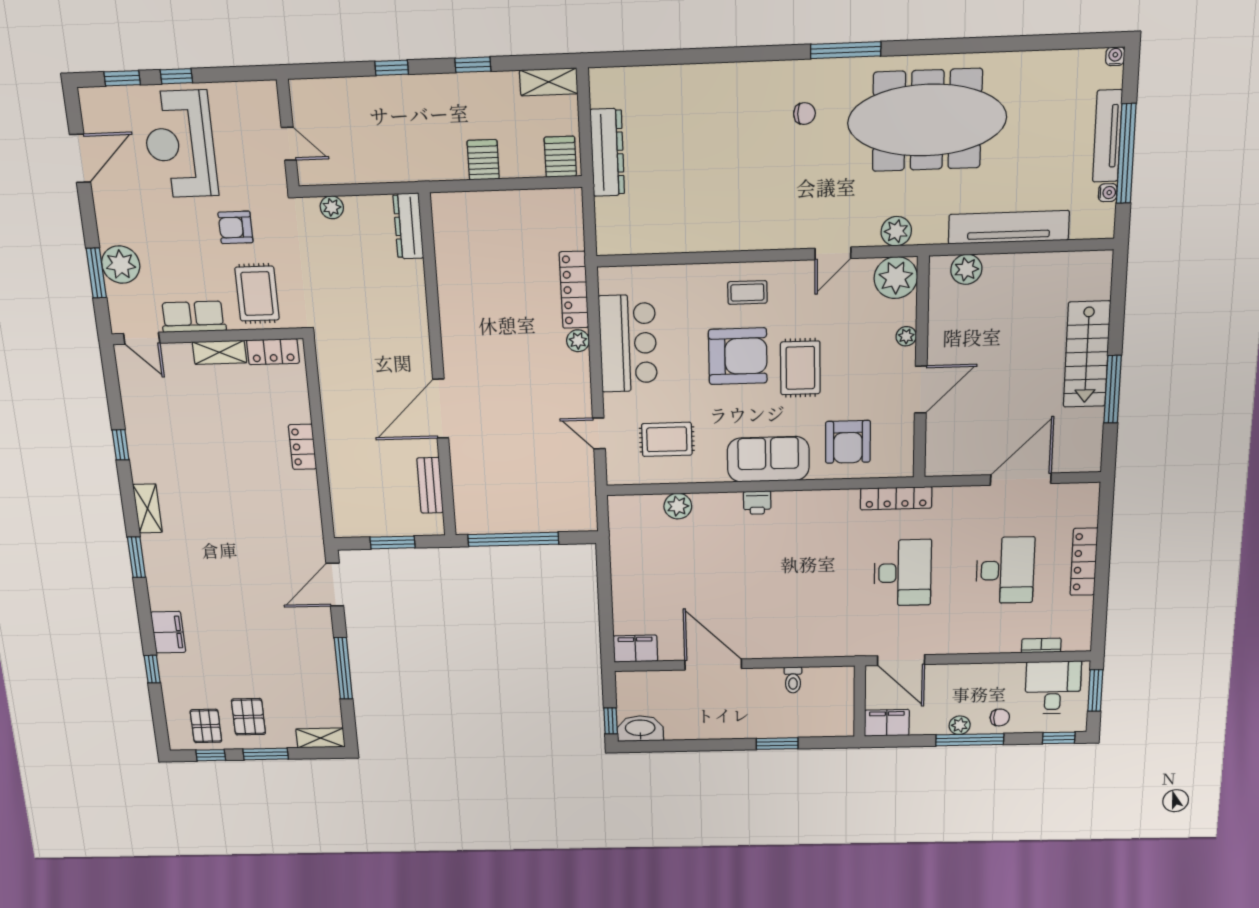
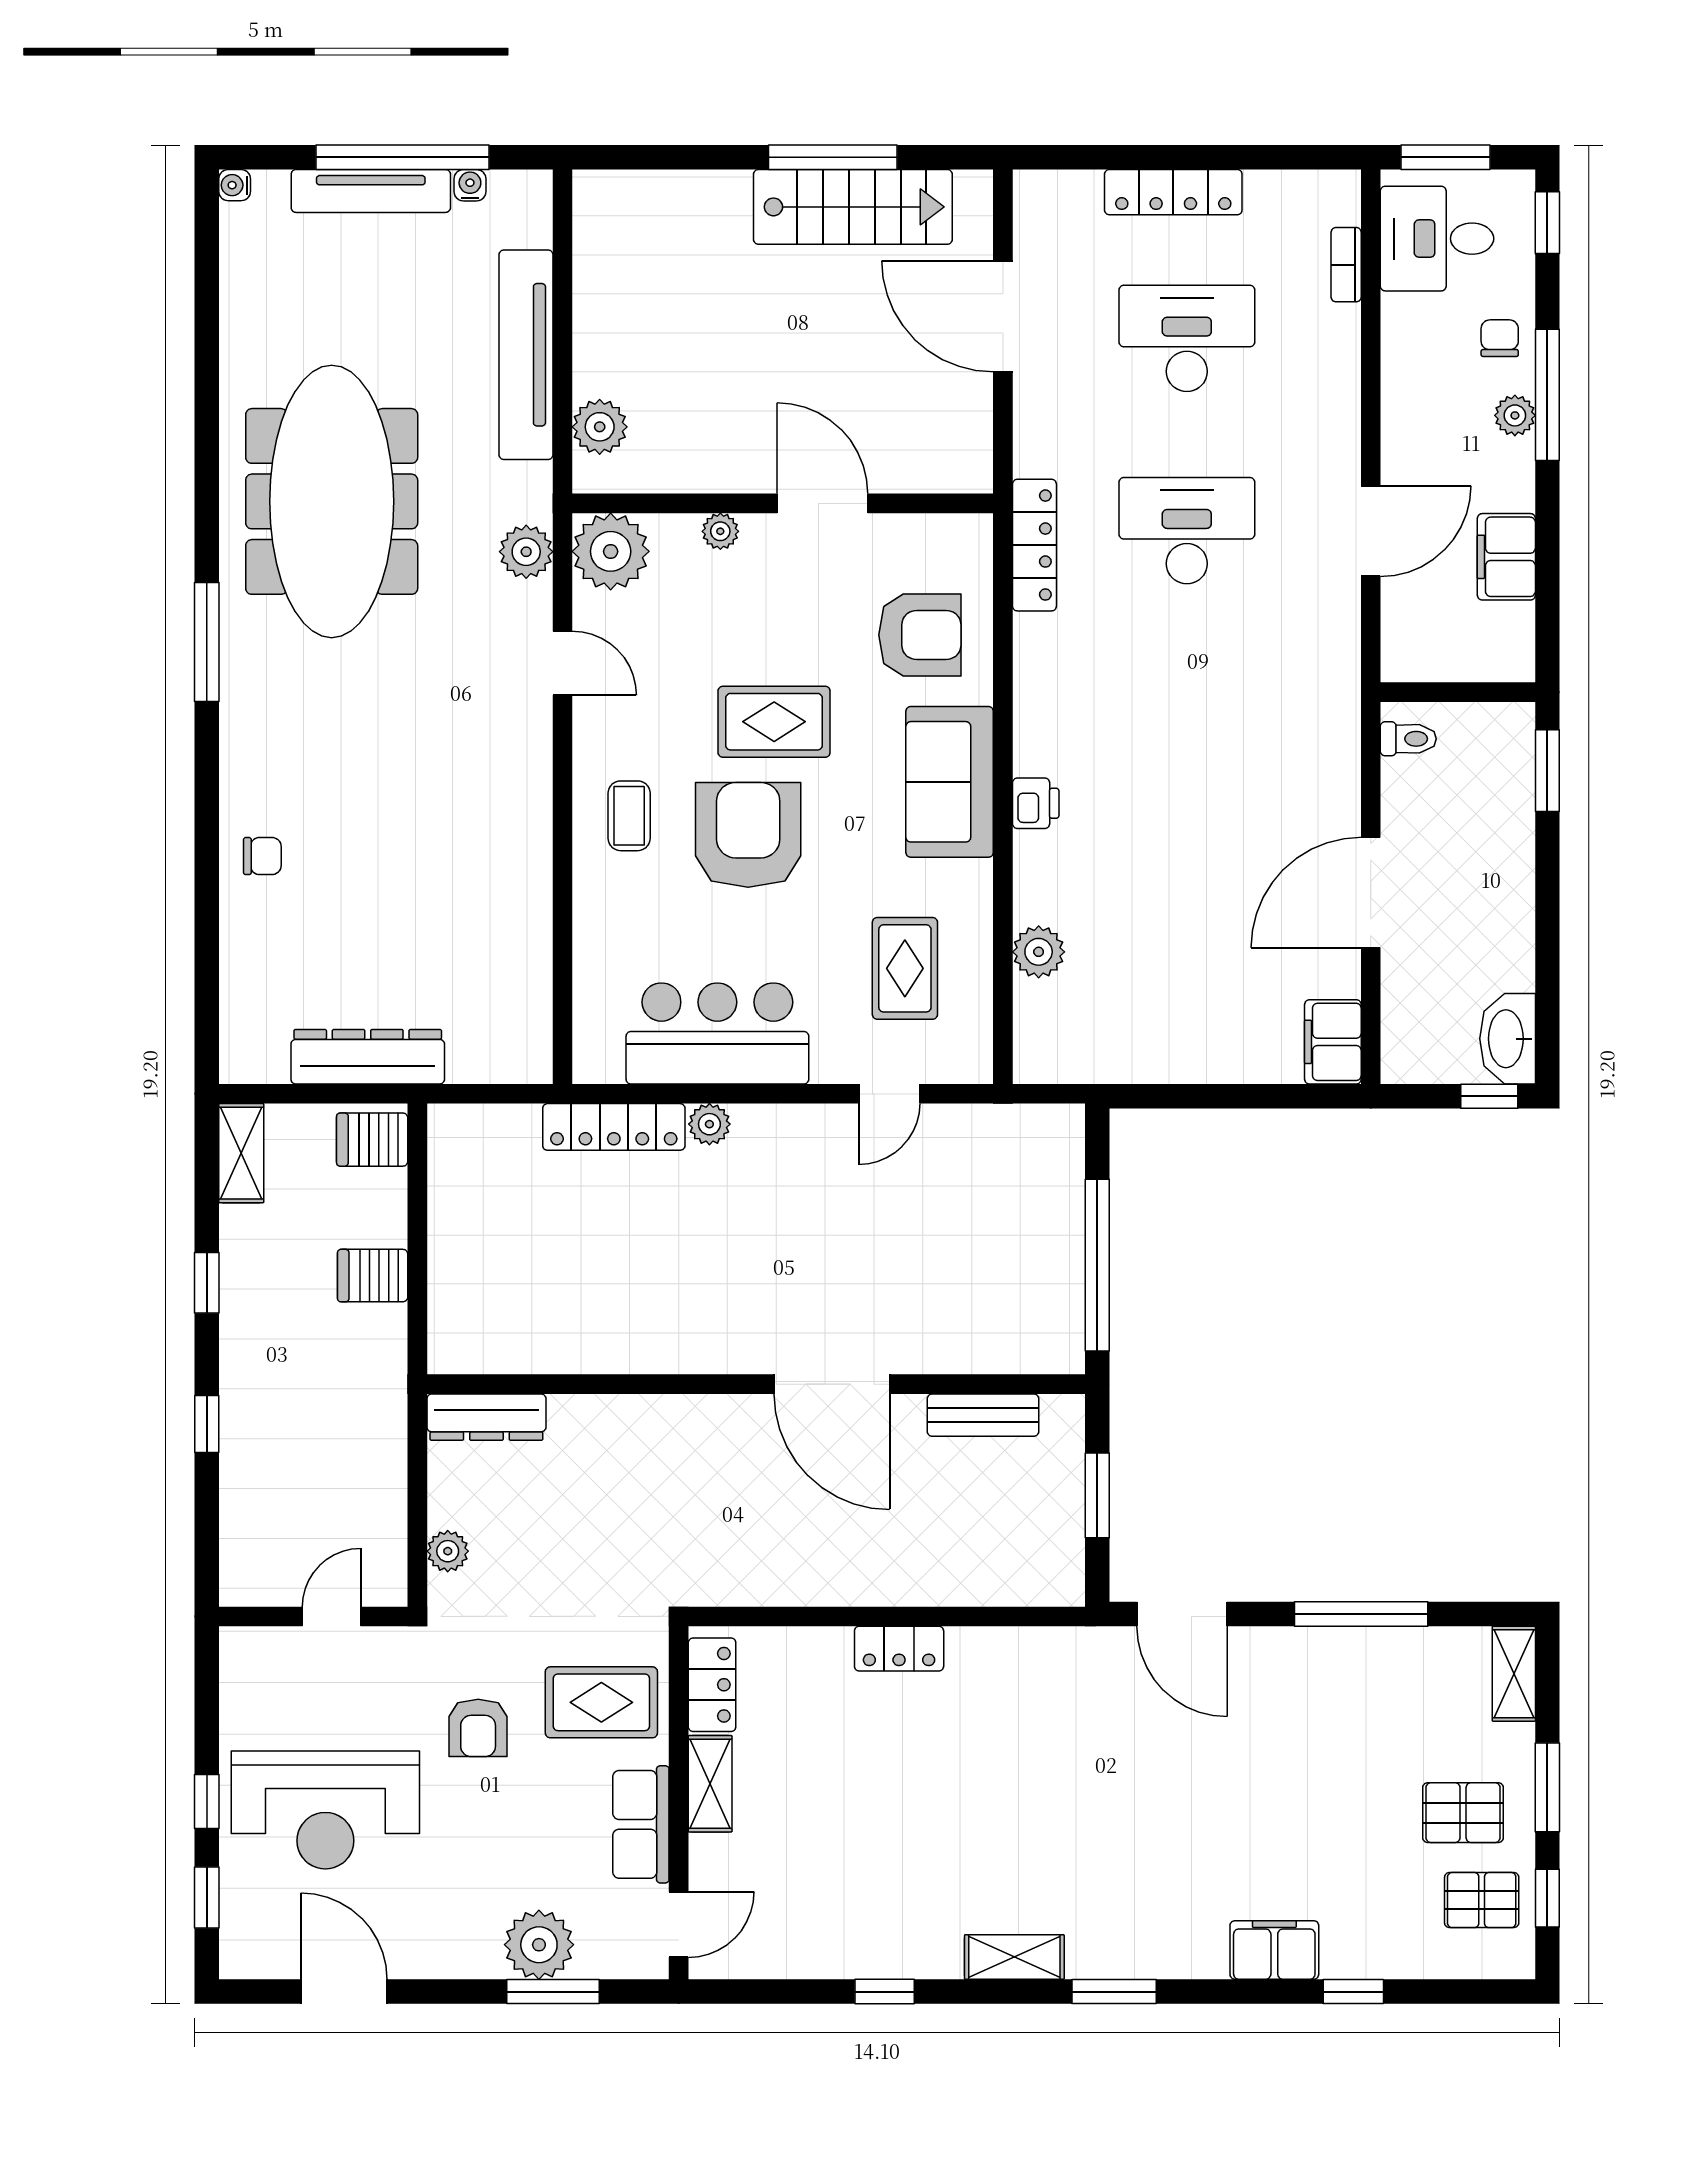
chair: (804, 114) -> (262, 856), moved, turned 90
stairs: (1087, 354) -> (853, 207), moved
wall: (860, 701) -> (1458, 692), moved

